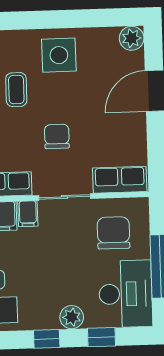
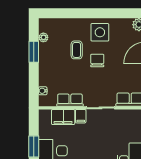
chair: (57, 136) -> (97, 60), moved
chair: (113, 233) -> (126, 128), removed

